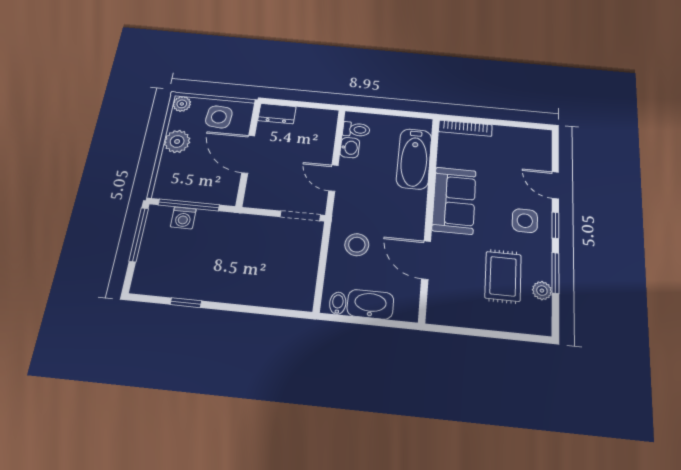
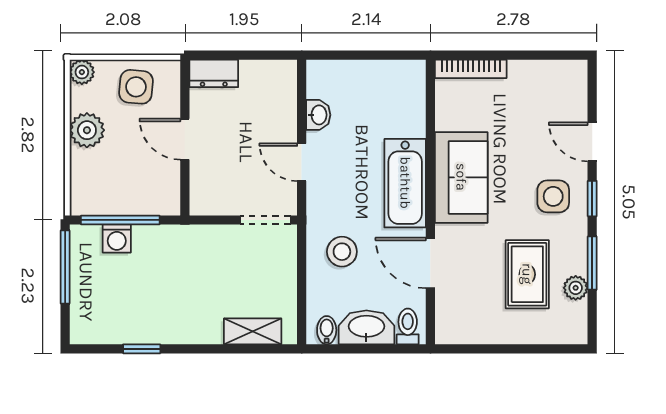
toilet: (356, 130) -> (408, 326), moved, turned -90
door: (248, 154) -> (185, 139), width x0.73
bathtub: (414, 159) -> (405, 183), moved
shelving: (278, 298) -> (253, 331), added

